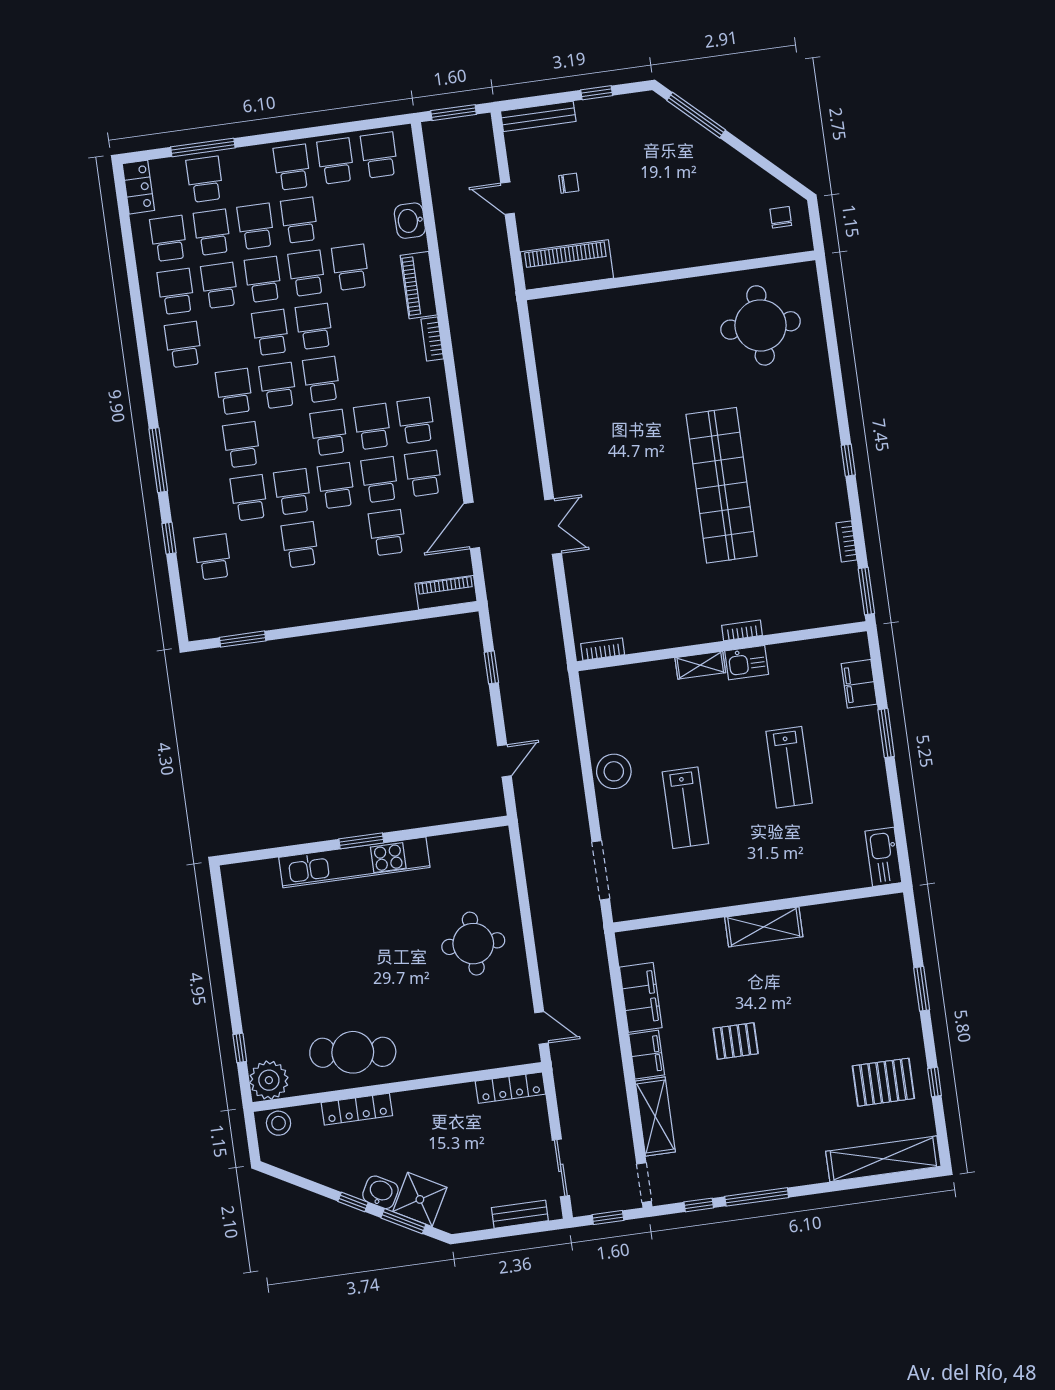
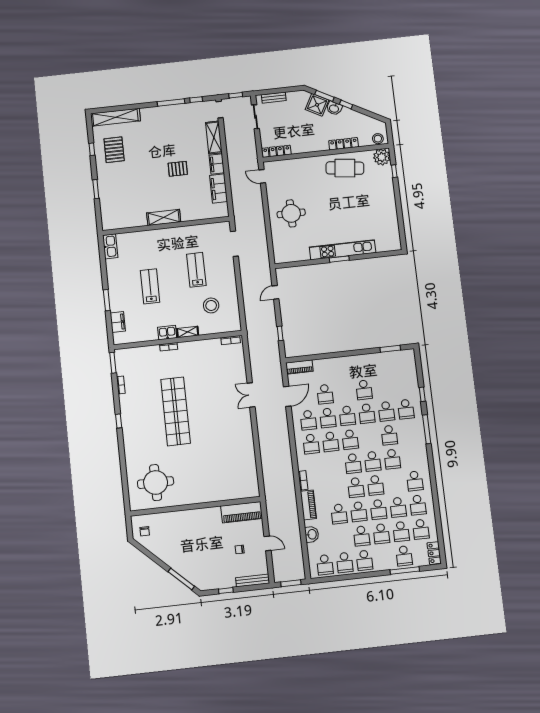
school desk: (213, 557) -> (406, 409), moved
stool: (614, 771) -> (211, 305), moved
pallet: (883, 1082) -> (114, 150), turned 90

